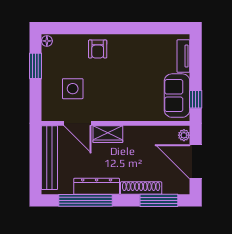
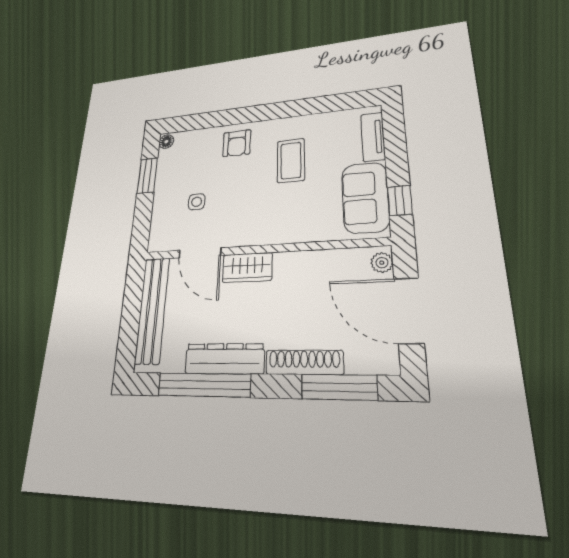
coffee table: (134, 66) -> (291, 161), added
side table: (73, 89) -> (197, 202), width x0.54, depth x0.54

